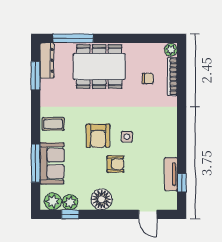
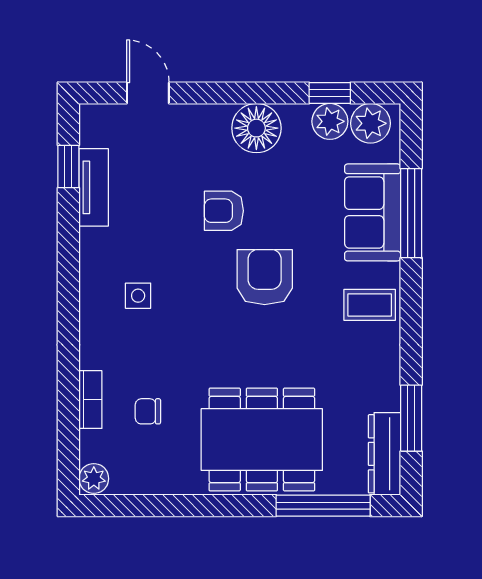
bookcase: (172, 77) -> (90, 400), width x0.64
side table: (127, 137) -> (138, 296), moved

